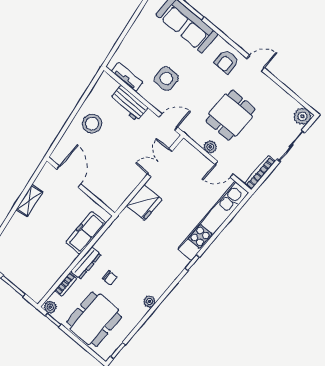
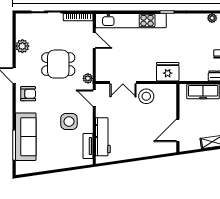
workbench: (129, 103) -> (103, 137), width x1.38
plant: (302, 116) -> (22, 46), moved
stool: (92, 124) -> (146, 96), moved
plant: (210, 147) -> (88, 78), moved
fridge: (144, 202) -> (168, 72), moved

